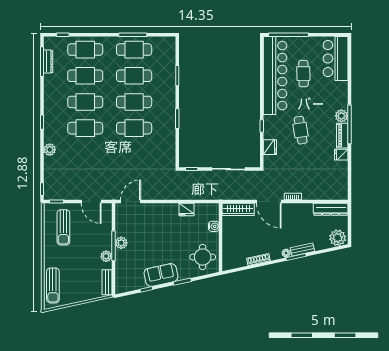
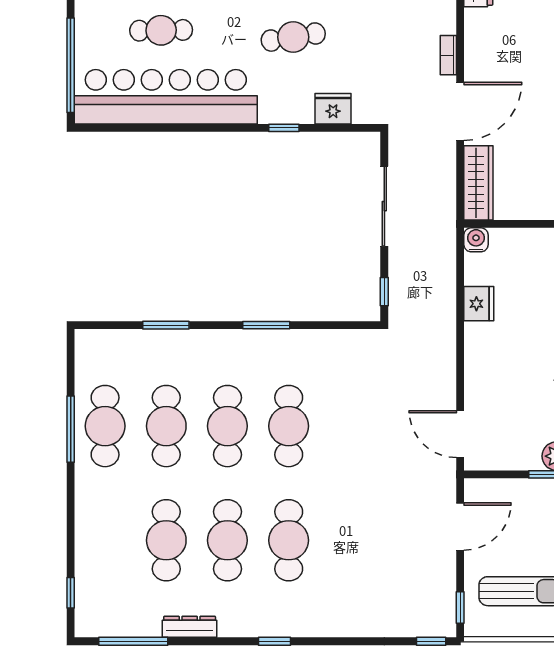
cafe table: (85, 50) -> (105, 540), removed
dresser: (48, 62) -> (190, 627), moved
plant: (50, 150) -> (339, 623), removed
water cooler: (214, 226) -> (476, 240), moved

